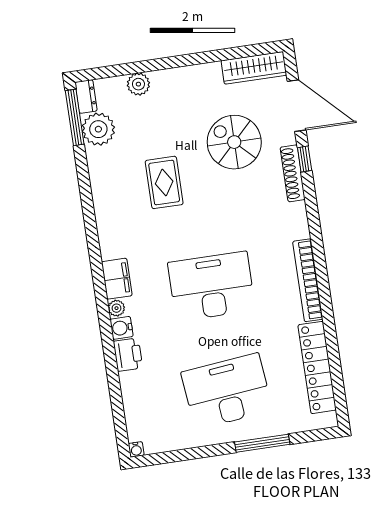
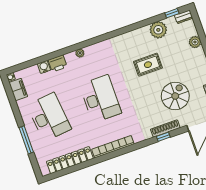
window: (75, 117) -> (172, 13), width x0.46
plant: (98, 129) -> (158, 30), moved
window: (305, 159) -> (163, 137), moved
filing cabinet: (117, 279) -> (18, 90), moved, turned -90
water cooler: (121, 328) -> (44, 67), moved

